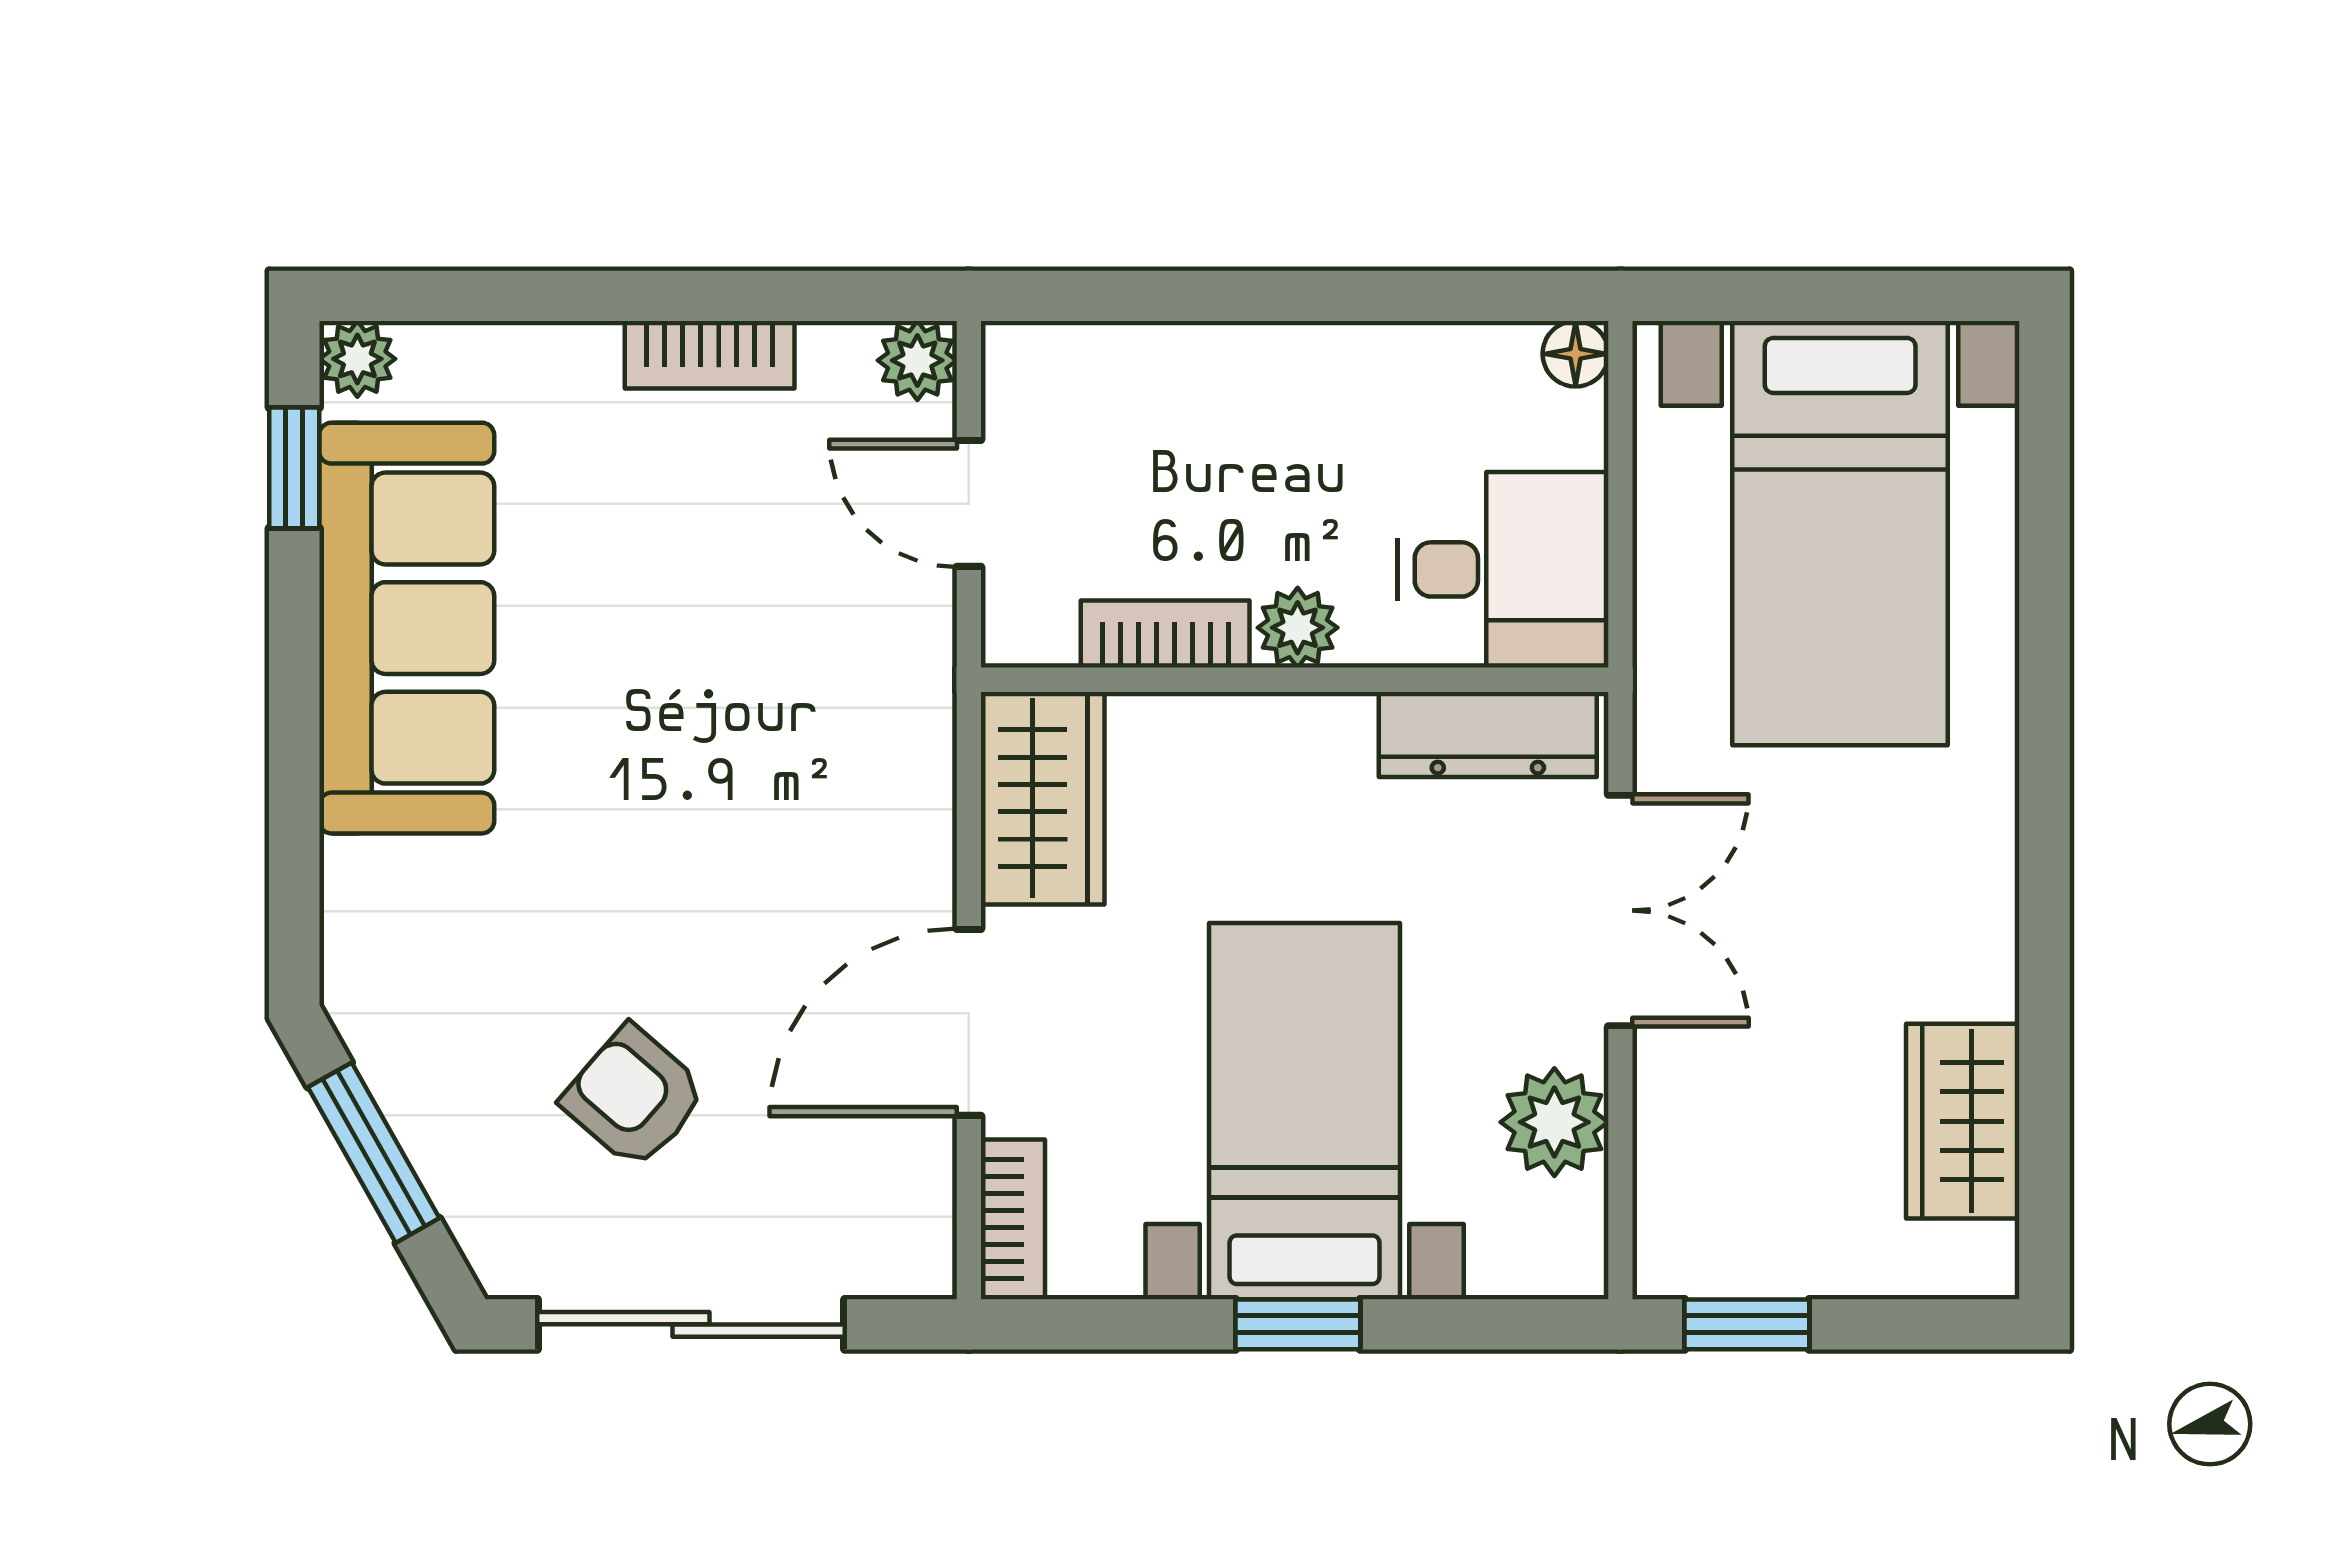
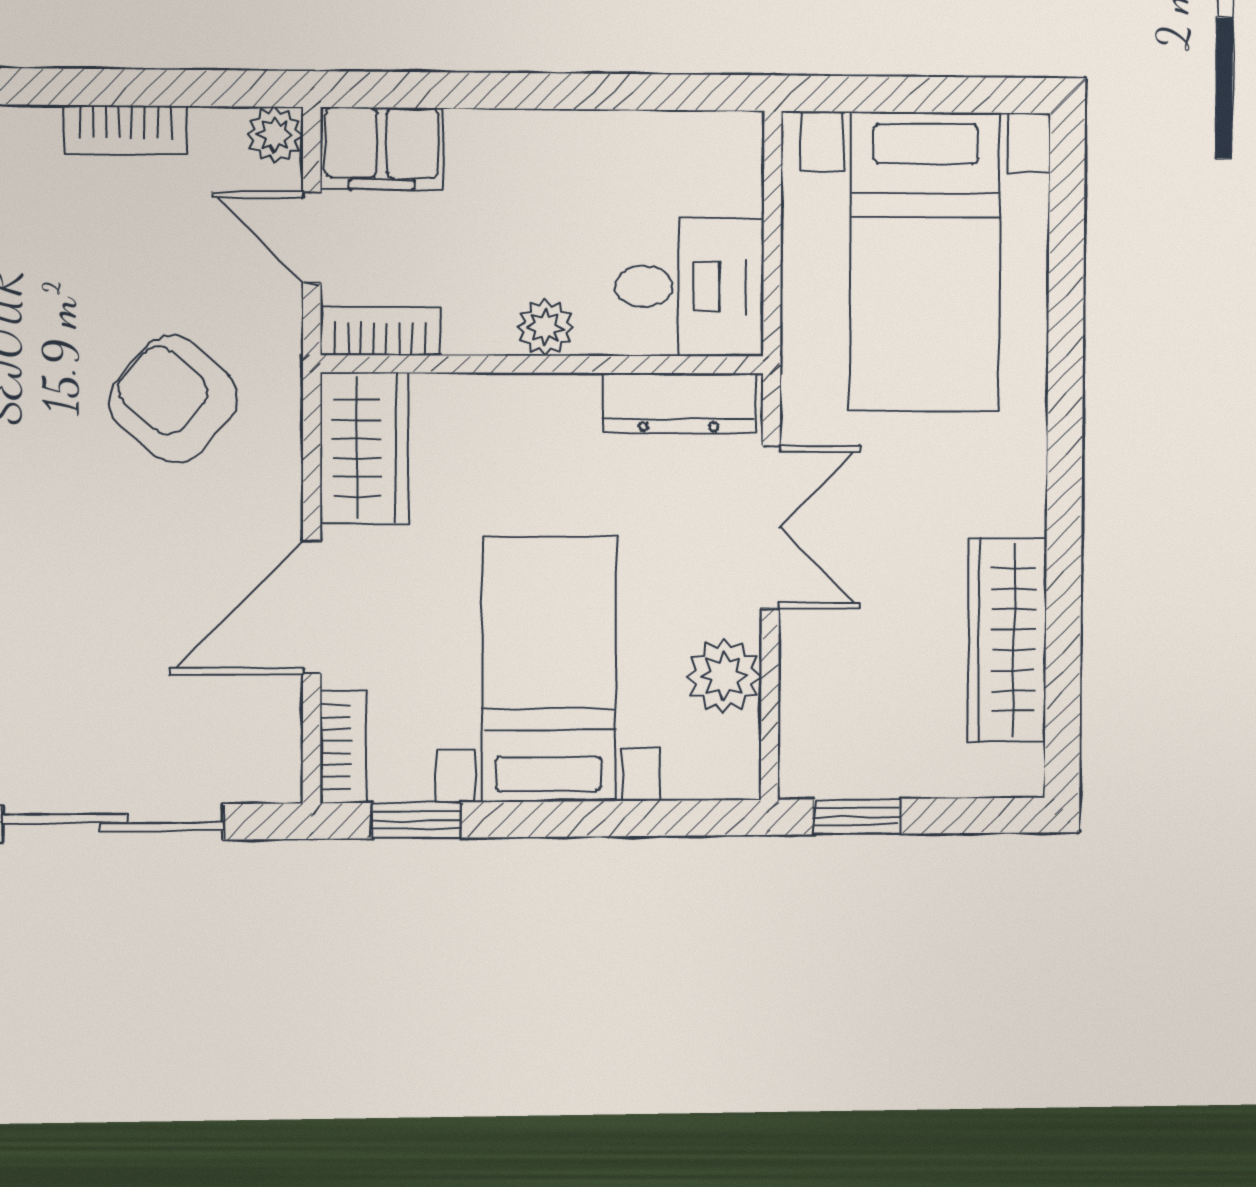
floor lamp: (1576, 354) -> (741, 134), removed
filing cabinet: (1067, 378) -> (382, 149), added
bookcase: (1165, 634) -> (380, 331), moved
armchair: (634, 1097) -> (173, 399), moved, width x1.38, depth x1.38
wardrobe: (1963, 1121) -> (1007, 640), width x1.50
window: (1298, 1324) -> (416, 820), moved

